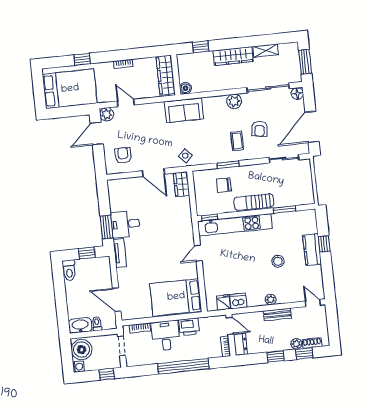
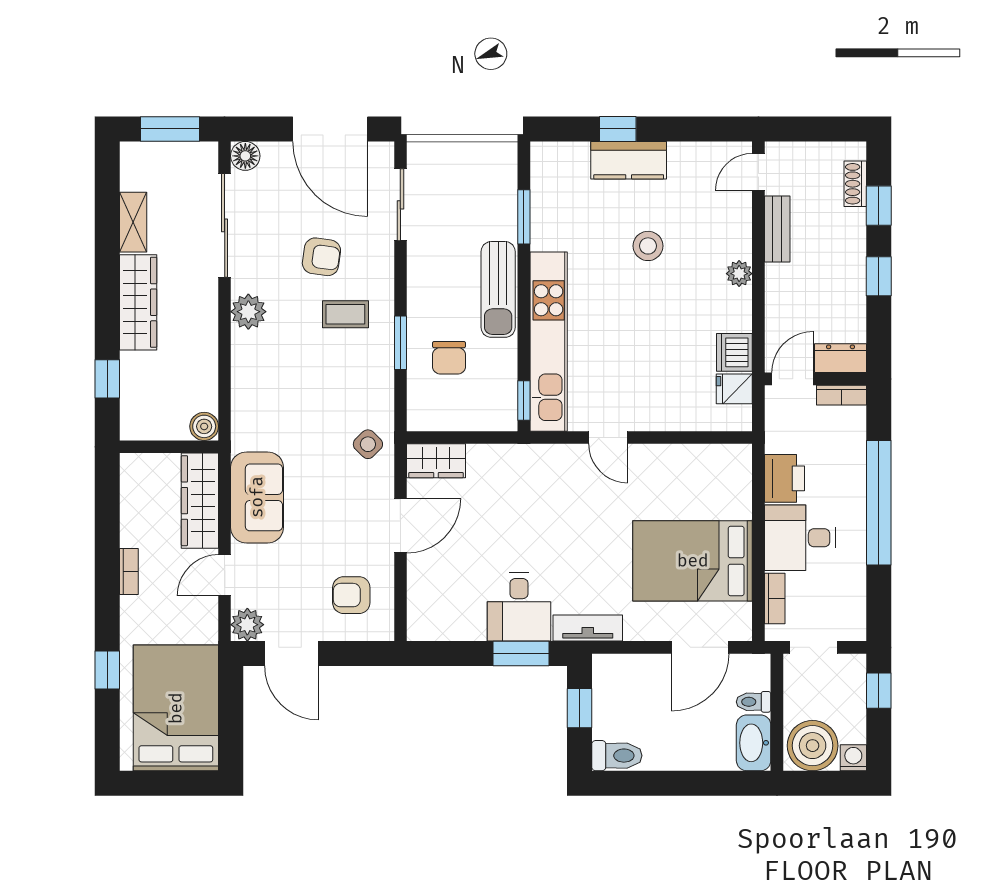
wardrobe: (166, 75) -> (200, 501), moved, turned 90
sofa: (184, 110) -> (257, 497), moved
bed: (176, 297) -> (693, 561), moved, turned 90
bench: (277, 315) -> (777, 229), moved
plant: (296, 344) -> (853, 222), removed

